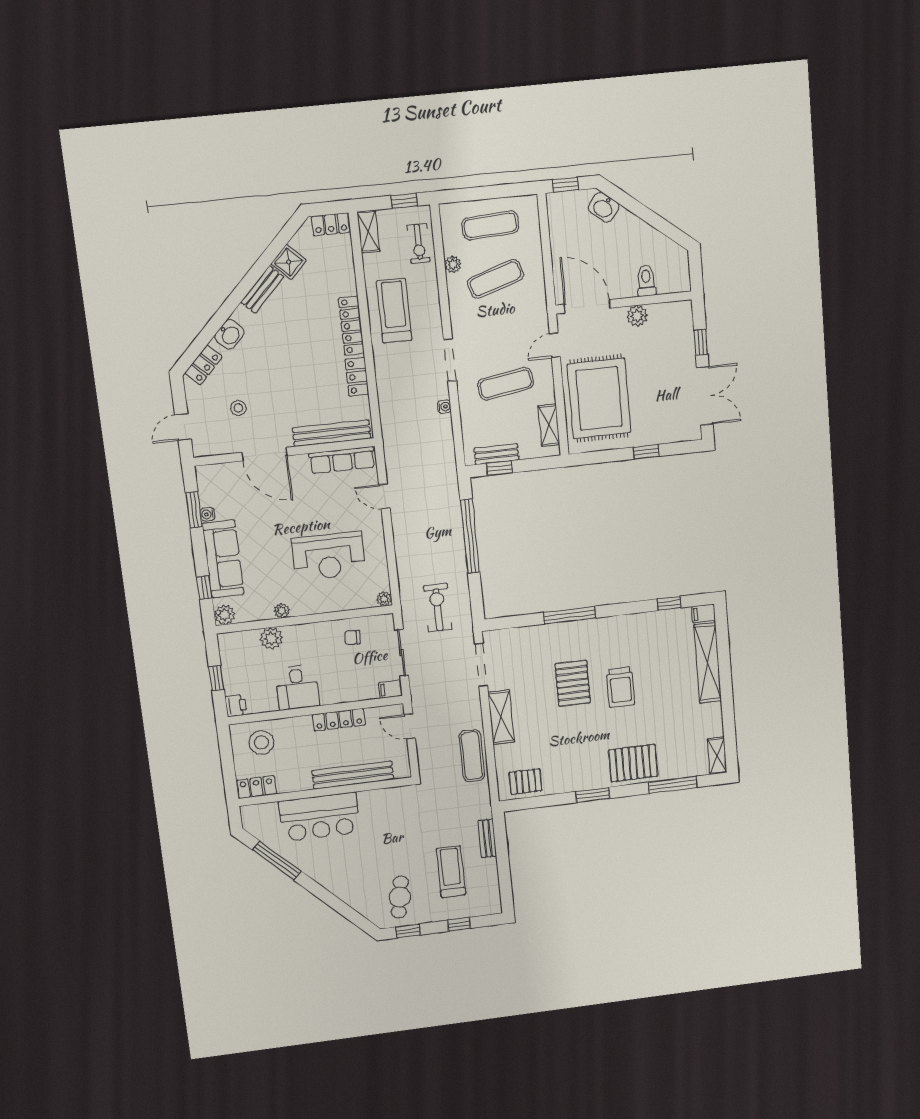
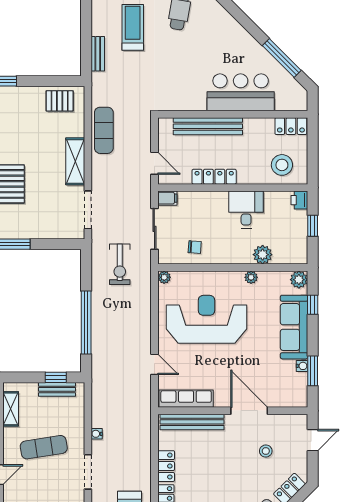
reception desk: (329, 556) -> (206, 319), width x1.36, depth x1.30
treadmill: (451, 872) -> (133, 27), turned 180

